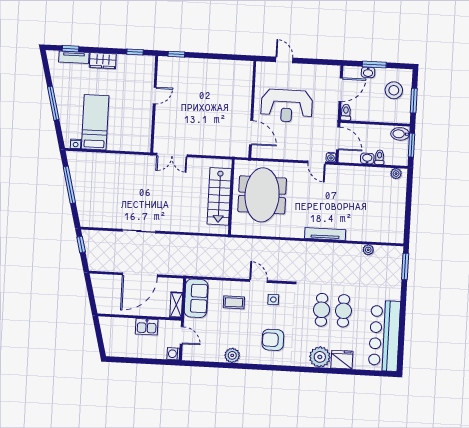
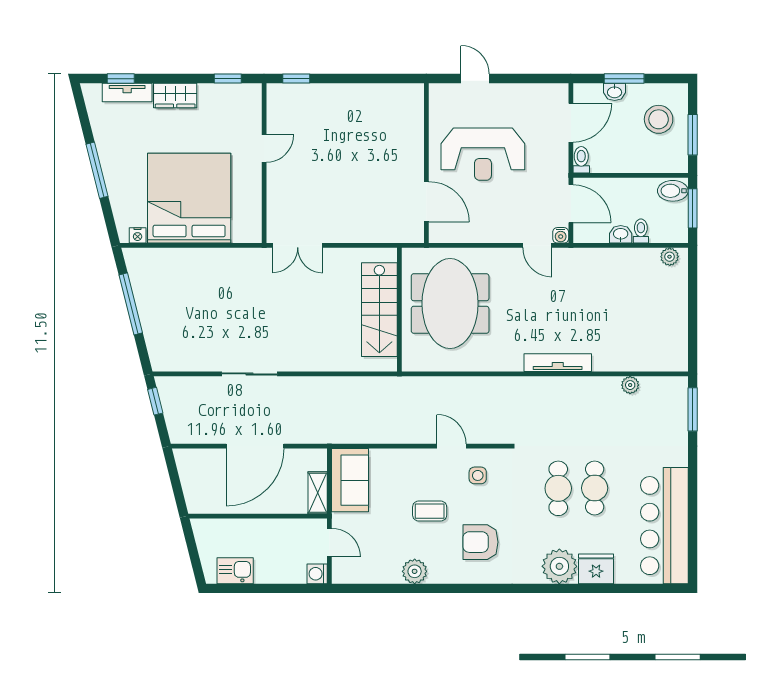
bed: (95, 122) -> (189, 198), width x2.04
coffee table: (234, 302) -> (430, 511), moved
kitchen sink: (147, 327) -> (235, 571), moved, turned 180

